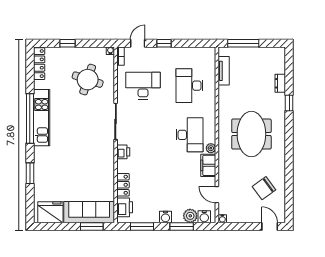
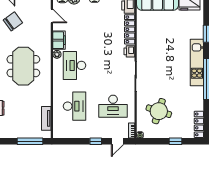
kitchen unit: (42, 118) -> (197, 62), moved
locker: (123, 185) -> (130, 29), width x1.53

